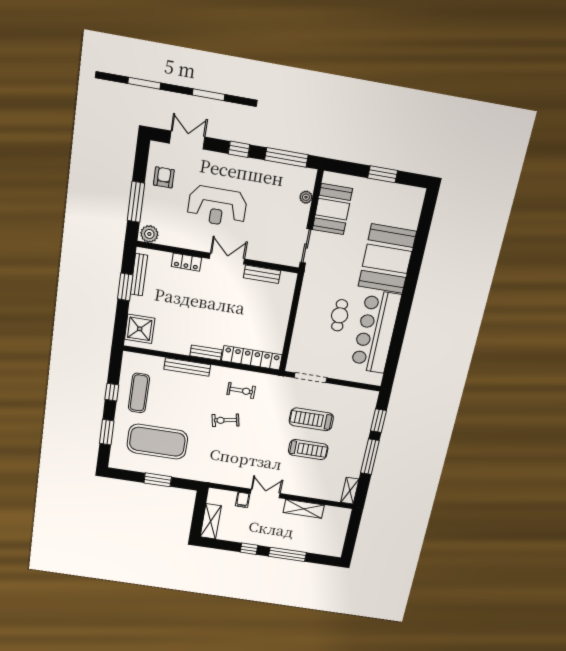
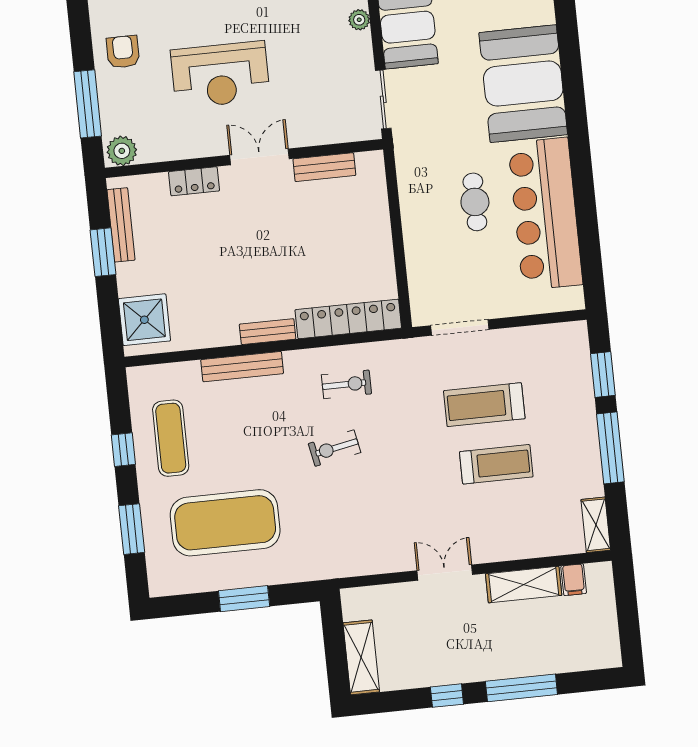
filing cabinet: (243, 500) -> (574, 580), moved

